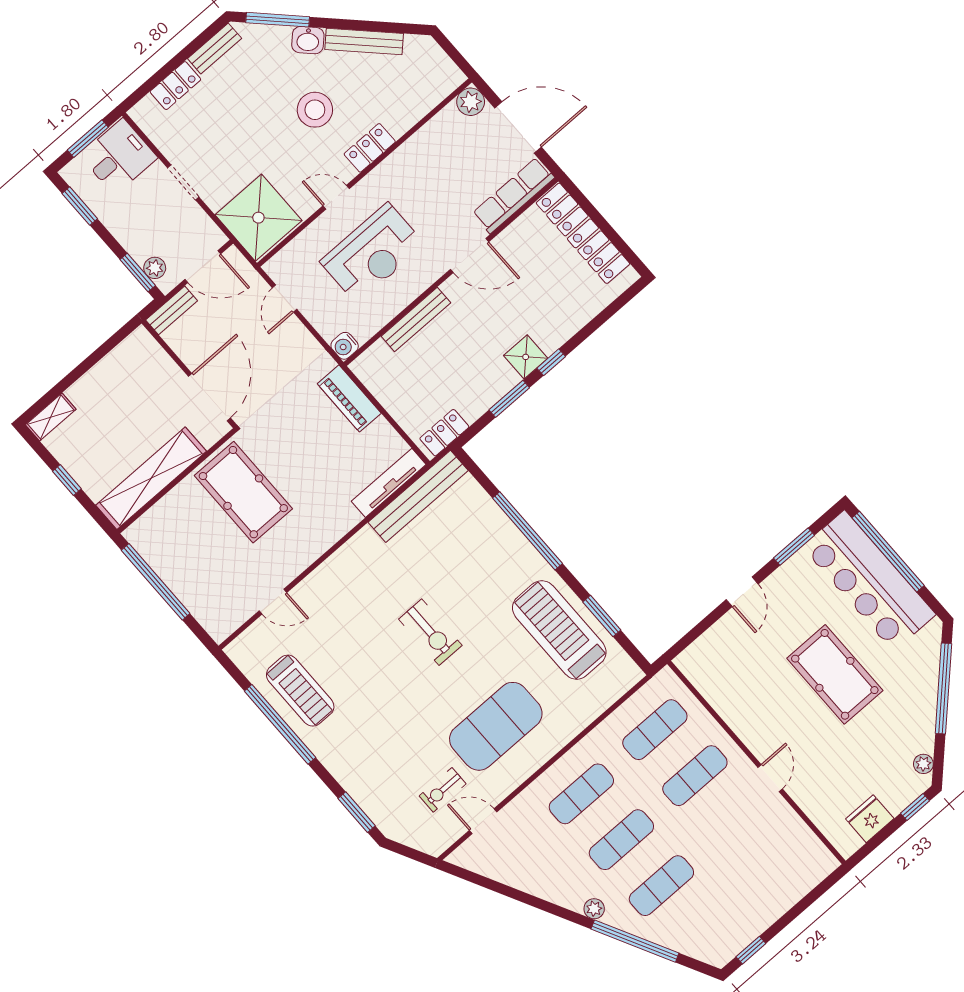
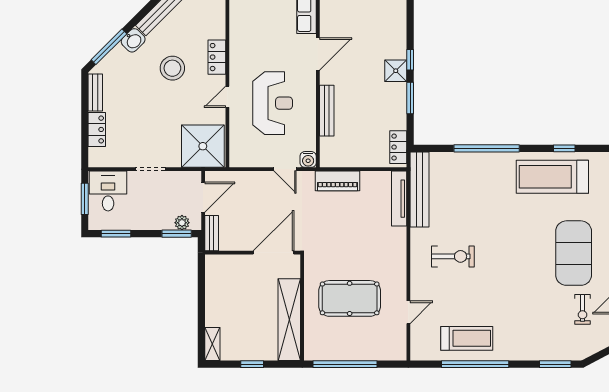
door: (285, 299) -> (285, 169), moved
door: (209, 397) -> (274, 253), hinge flipped
pool table: (243, 492) -> (350, 298), moved
window: (602, 616) -> (564, 148), width x0.67
exercise bike: (430, 632) -> (453, 256), moved

